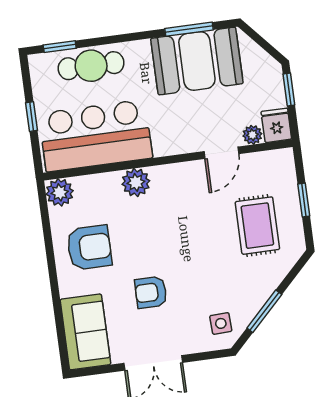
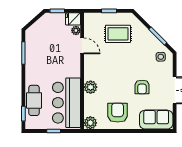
booth: (197, 61) -> (38, 51), removed

